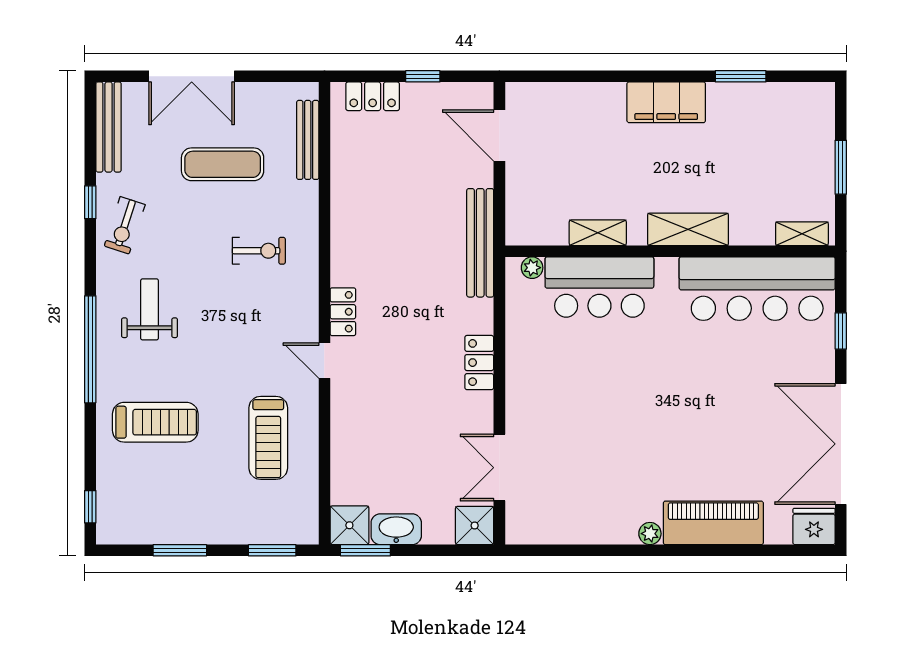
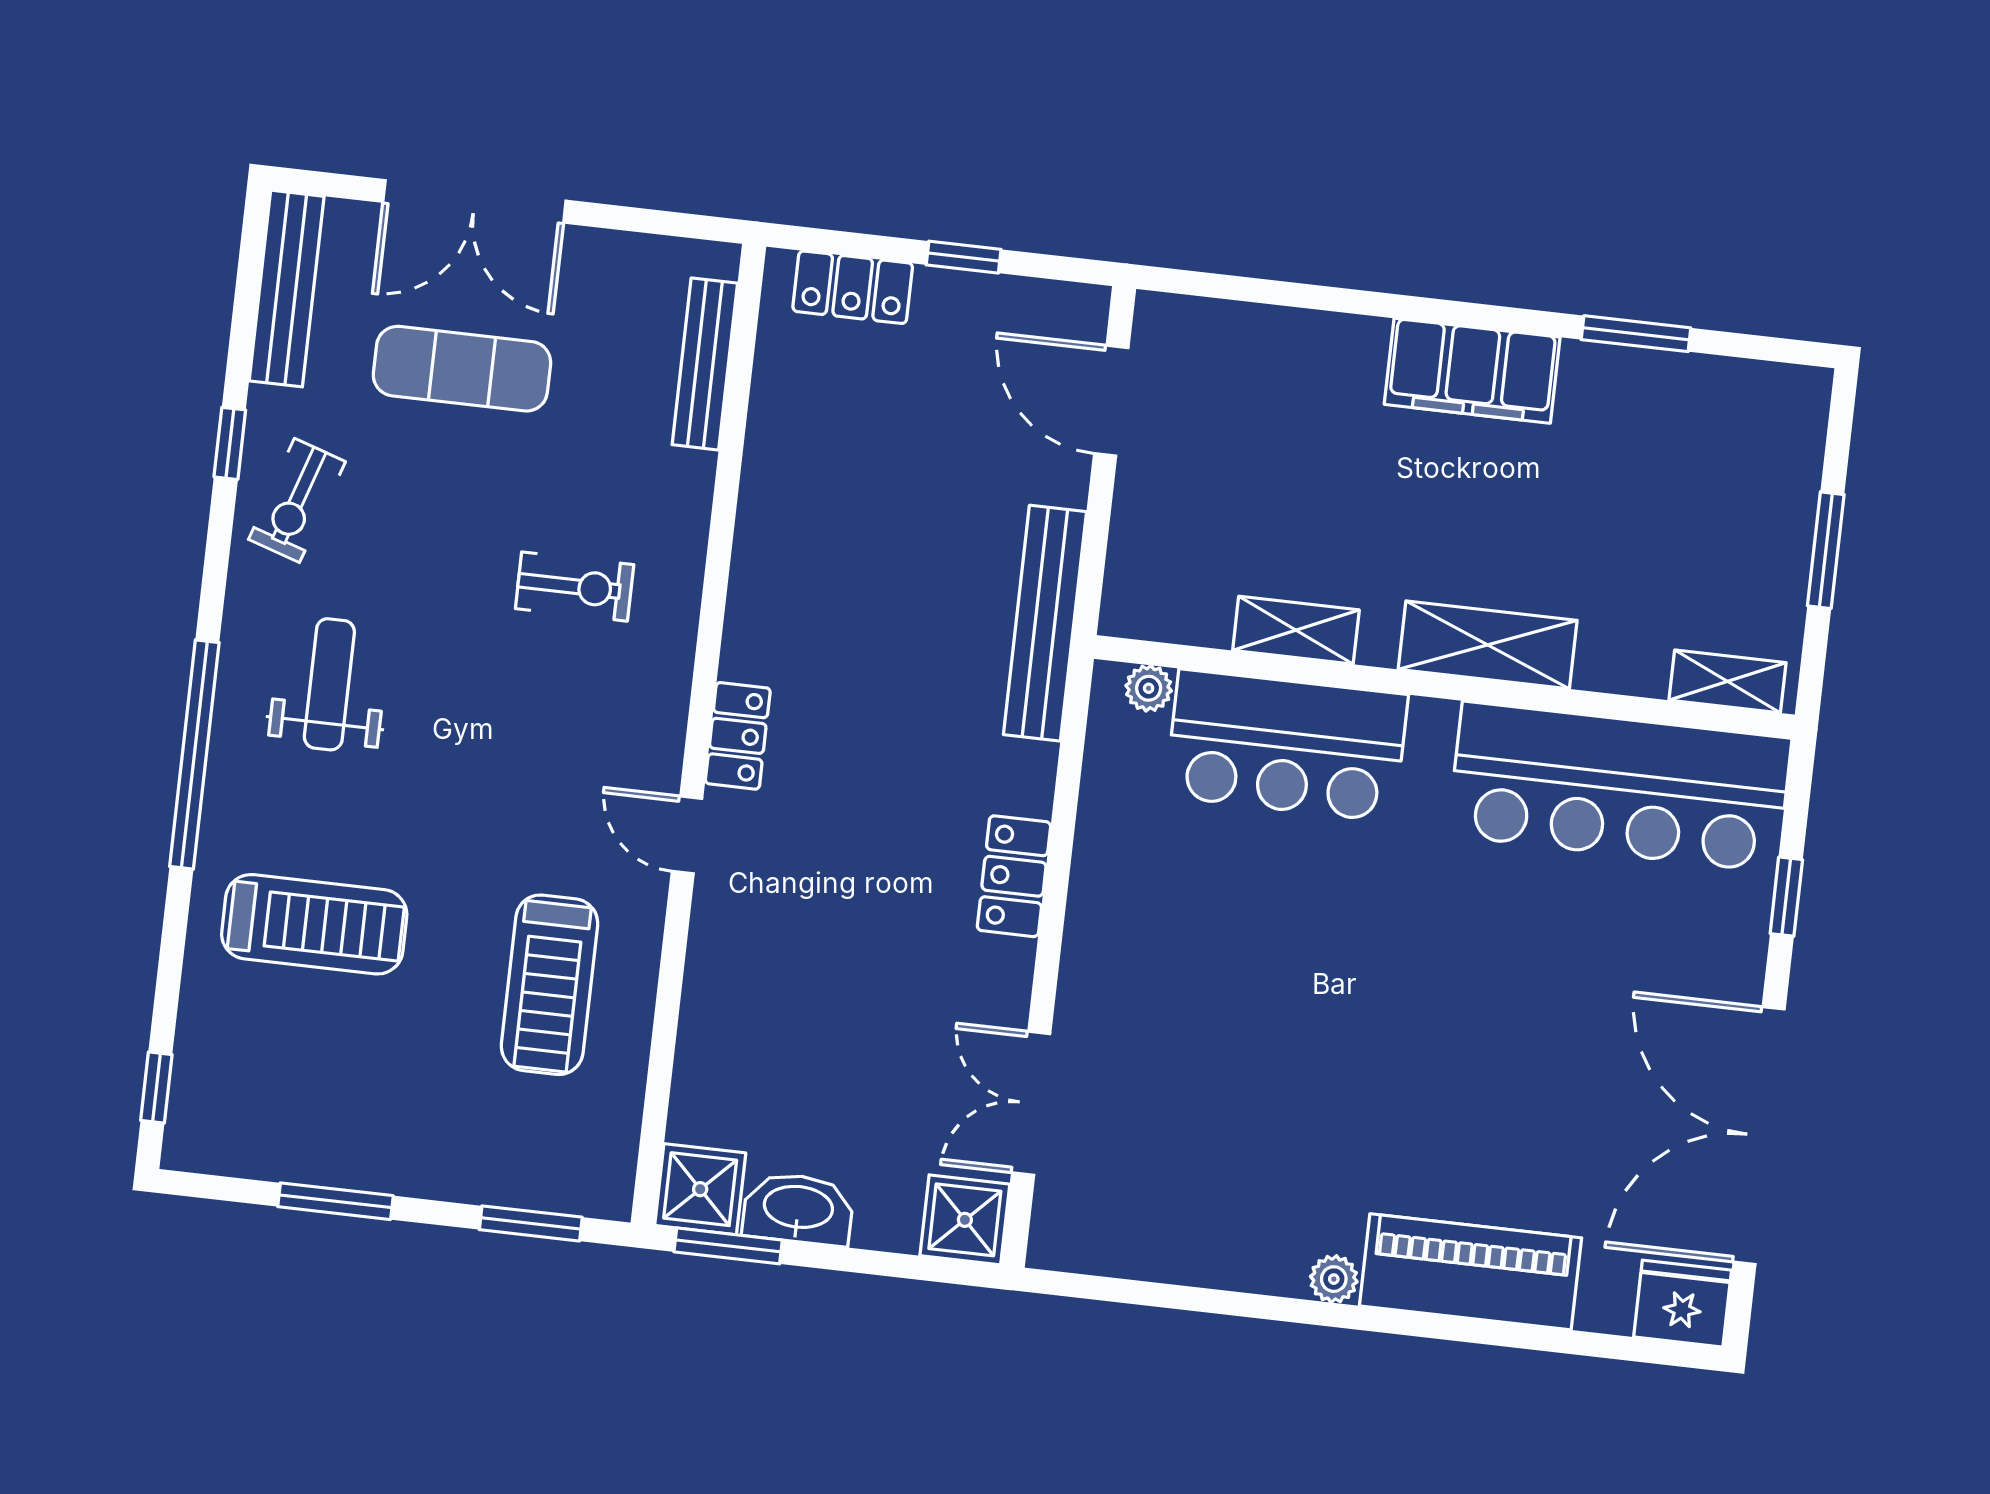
exercise mat: (223, 164) -> (462, 369), moved

